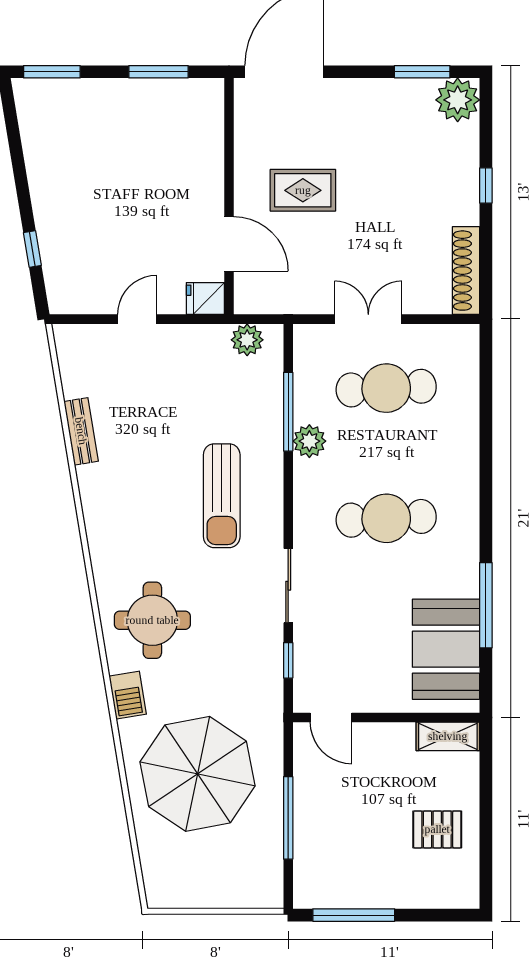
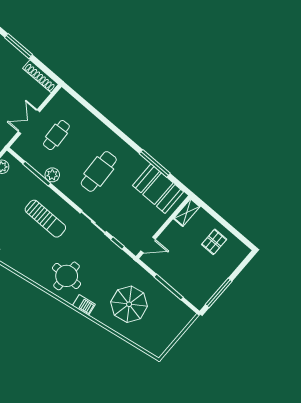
window: (486, 185) -> (18, 46), width x2.17
cafe table: (386, 388) -> (56, 135), width x0.73, depth x0.74
parasol: (198, 774) -> (129, 304), width x0.73, depth x0.73

